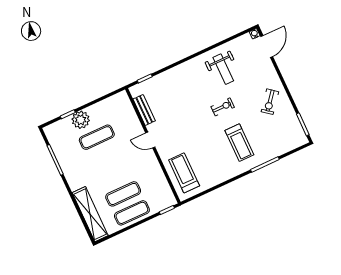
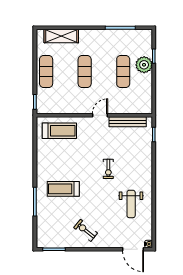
weight bench: (223, 69) -> (131, 204), turned -90
exercise bike: (223, 107) -> (108, 169), moved
bench: (144, 110) -> (128, 122), width x1.36
exercise mat: (123, 194) -> (85, 72), moved
shelving: (90, 214) -> (61, 36), width x0.68

